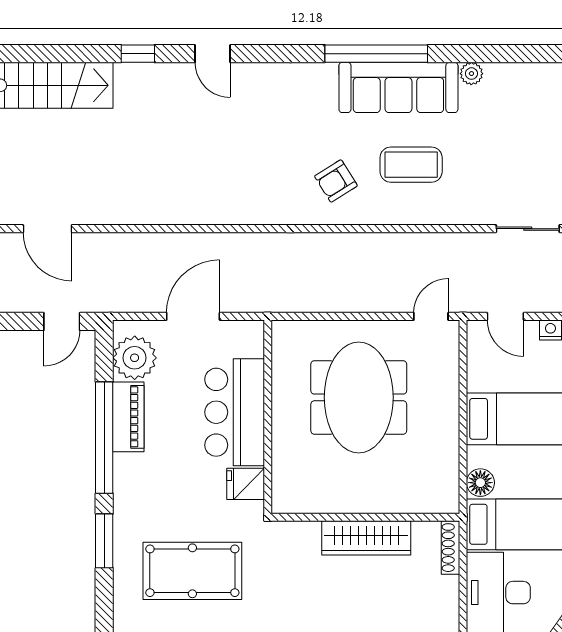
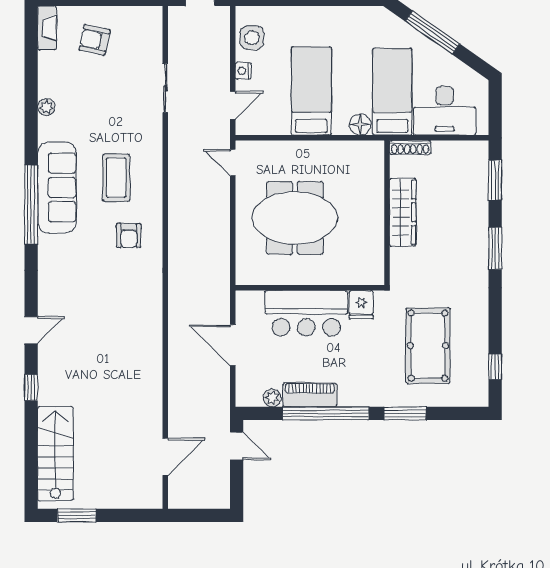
plant: (471, 74) -> (46, 107), moved
armchair: (336, 181) -> (129, 235), turned 32
plant: (135, 358) -> (272, 398), width x0.53, depth x0.53

